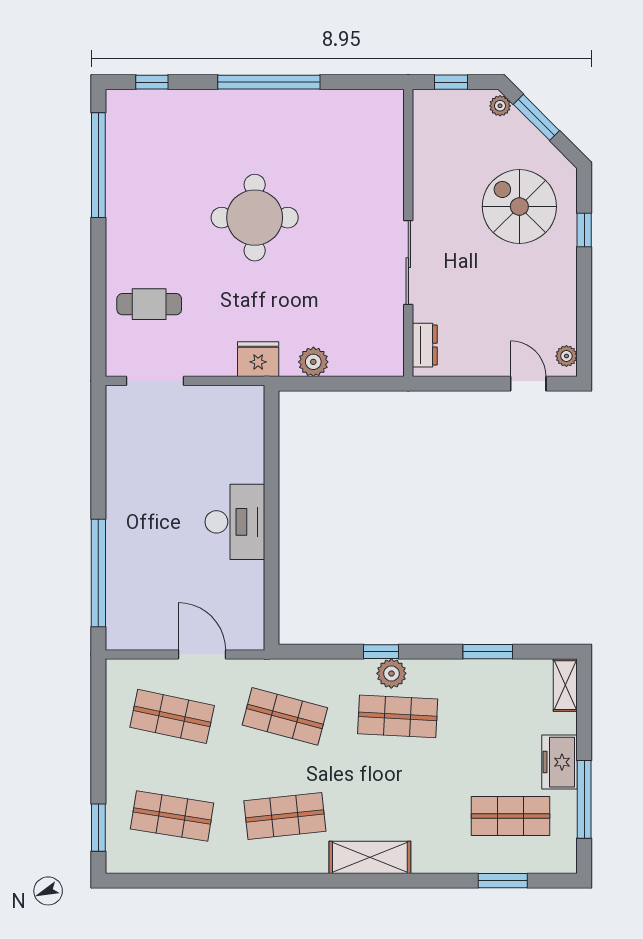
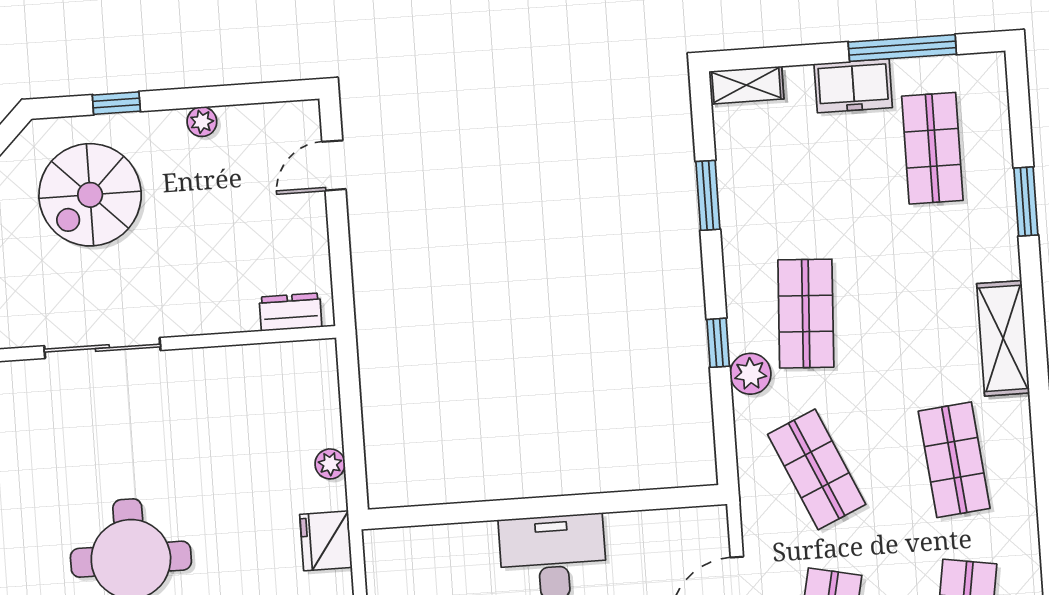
sliding door: (408, 263) -> (102, 348), moved
plant: (566, 356) -> (202, 122), moved
plant: (313, 362) -> (330, 464), width x0.73, depth x0.73
plant: (391, 673) -> (750, 374), moved
shop shelf: (285, 716) -> (817, 469), turned -39
window: (503, 881) -> (1026, 201), moved

